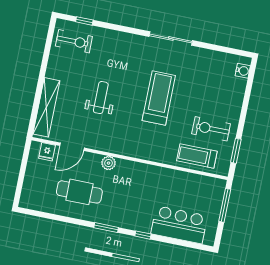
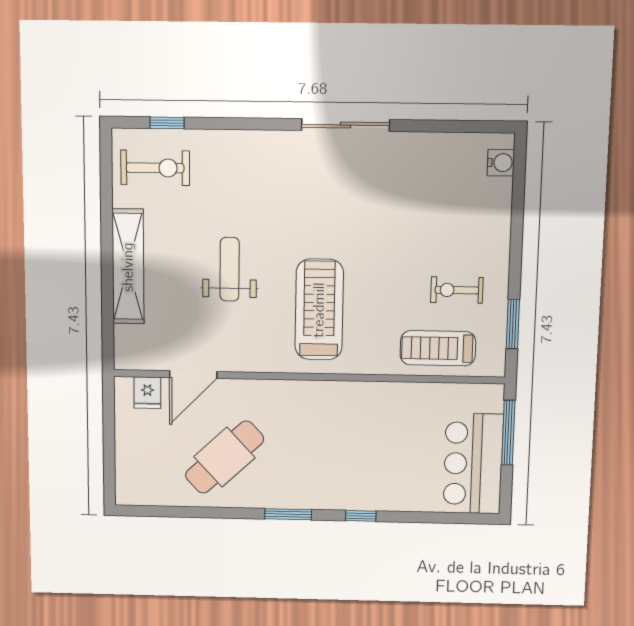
treadmill: (159, 98) -> (319, 310), moved
shelving: (46, 107) -> (128, 267), moved
exercise bike: (211, 129) -> (457, 290), width x0.73, depth x0.72
plant: (109, 163) -> (269, 393), removed
cafe table: (79, 192) -> (225, 457), turned -43
bar counter: (179, 225) -> (473, 464), moved, turned -90

